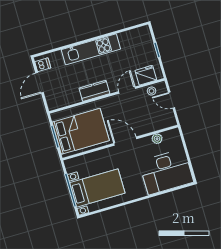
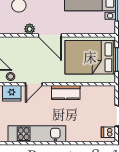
kitchen unit: (91, 49) -> (37, 134), moved
plant: (157, 139) -> (30, 29), moved

